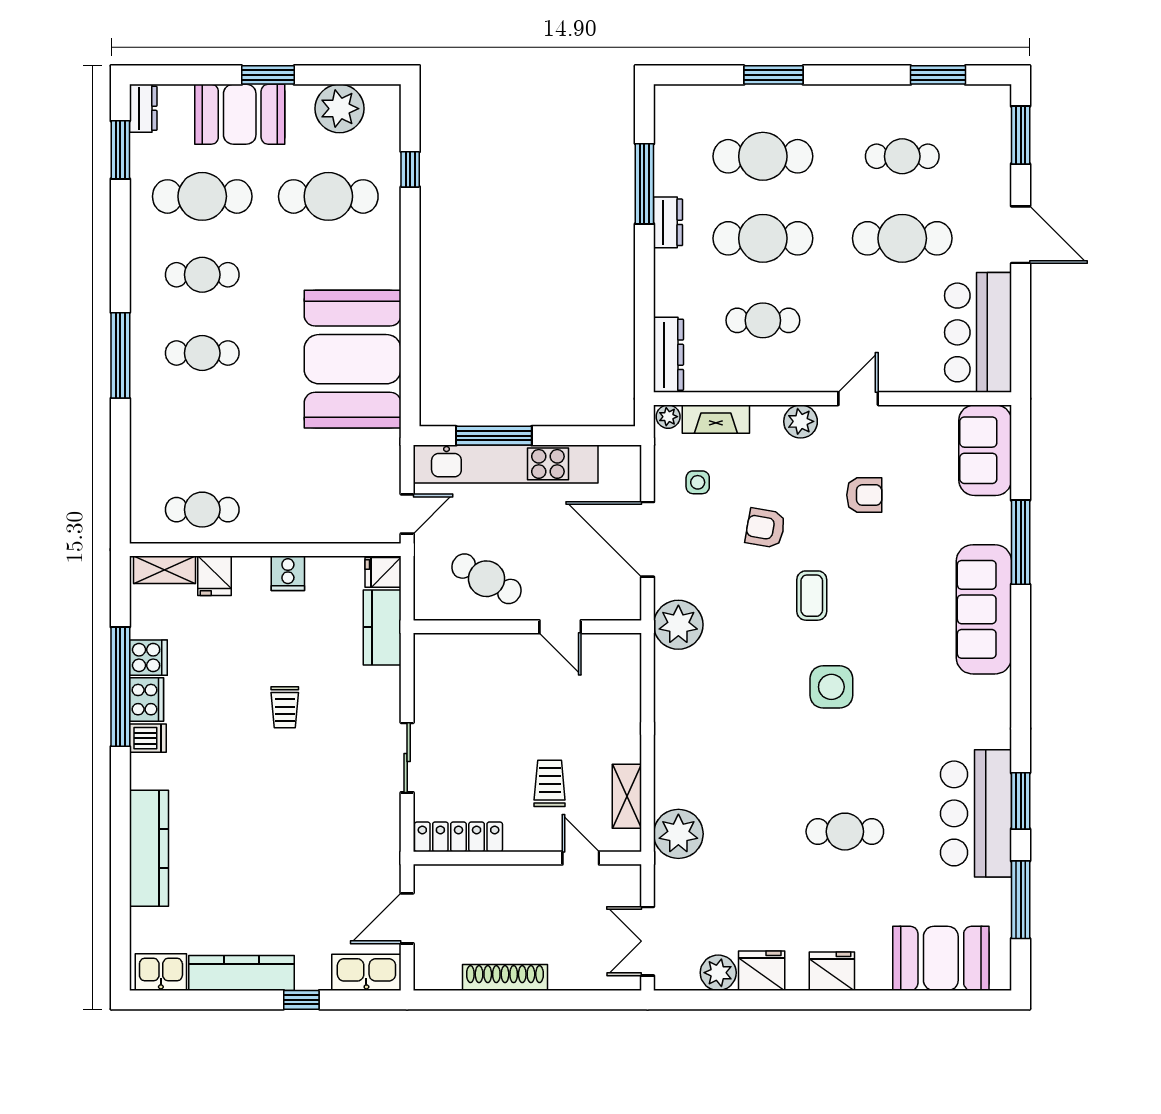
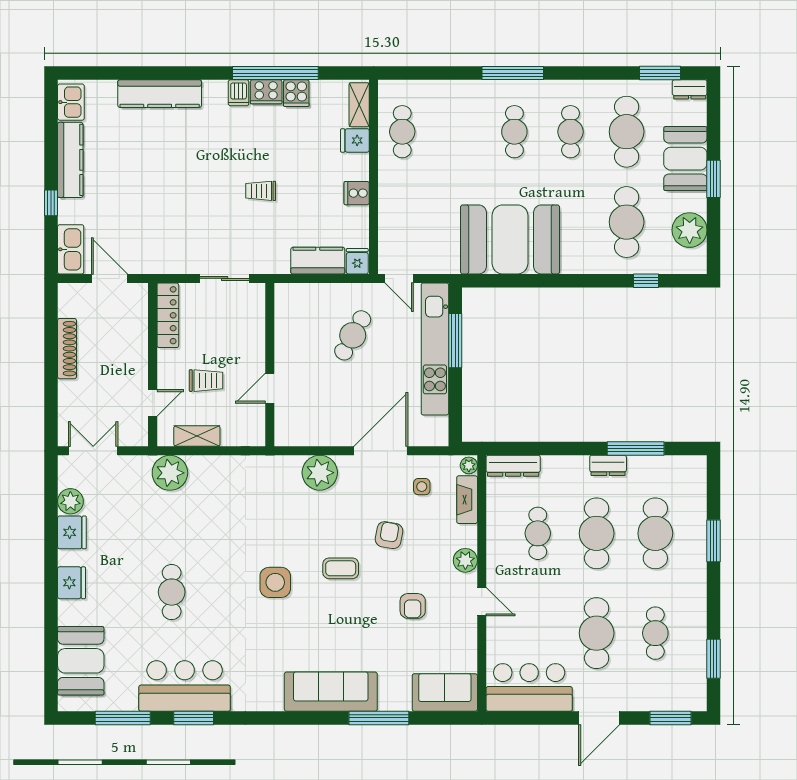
wall: (527, 627) -> (270, 365), moved
door: (560, 627) -> (270, 388), moved

